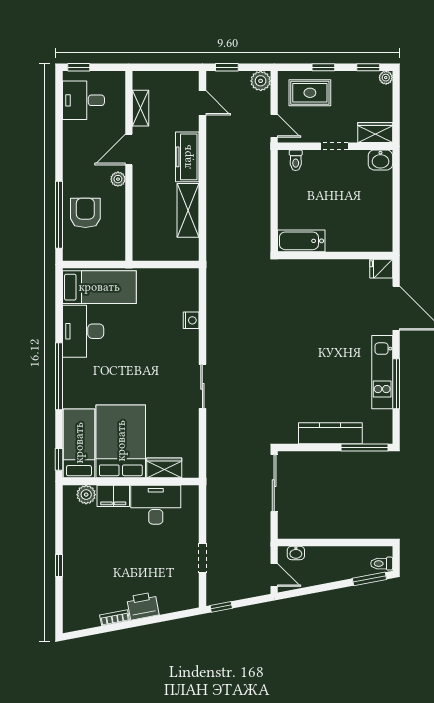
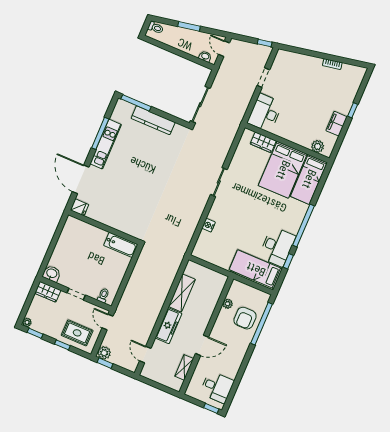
window: (227, 67) -> (105, 363), moved
plant: (118, 179) -> (228, 304), moved
window: (59, 459) -> (288, 261), moved
filing cabinet: (113, 496) -> (337, 124), moved, turned -90
desk: (156, 505) -> (265, 113), moved, turned 90
window: (369, 579) -> (189, 26), moved
printer: (143, 606) -> (312, 64), removed

